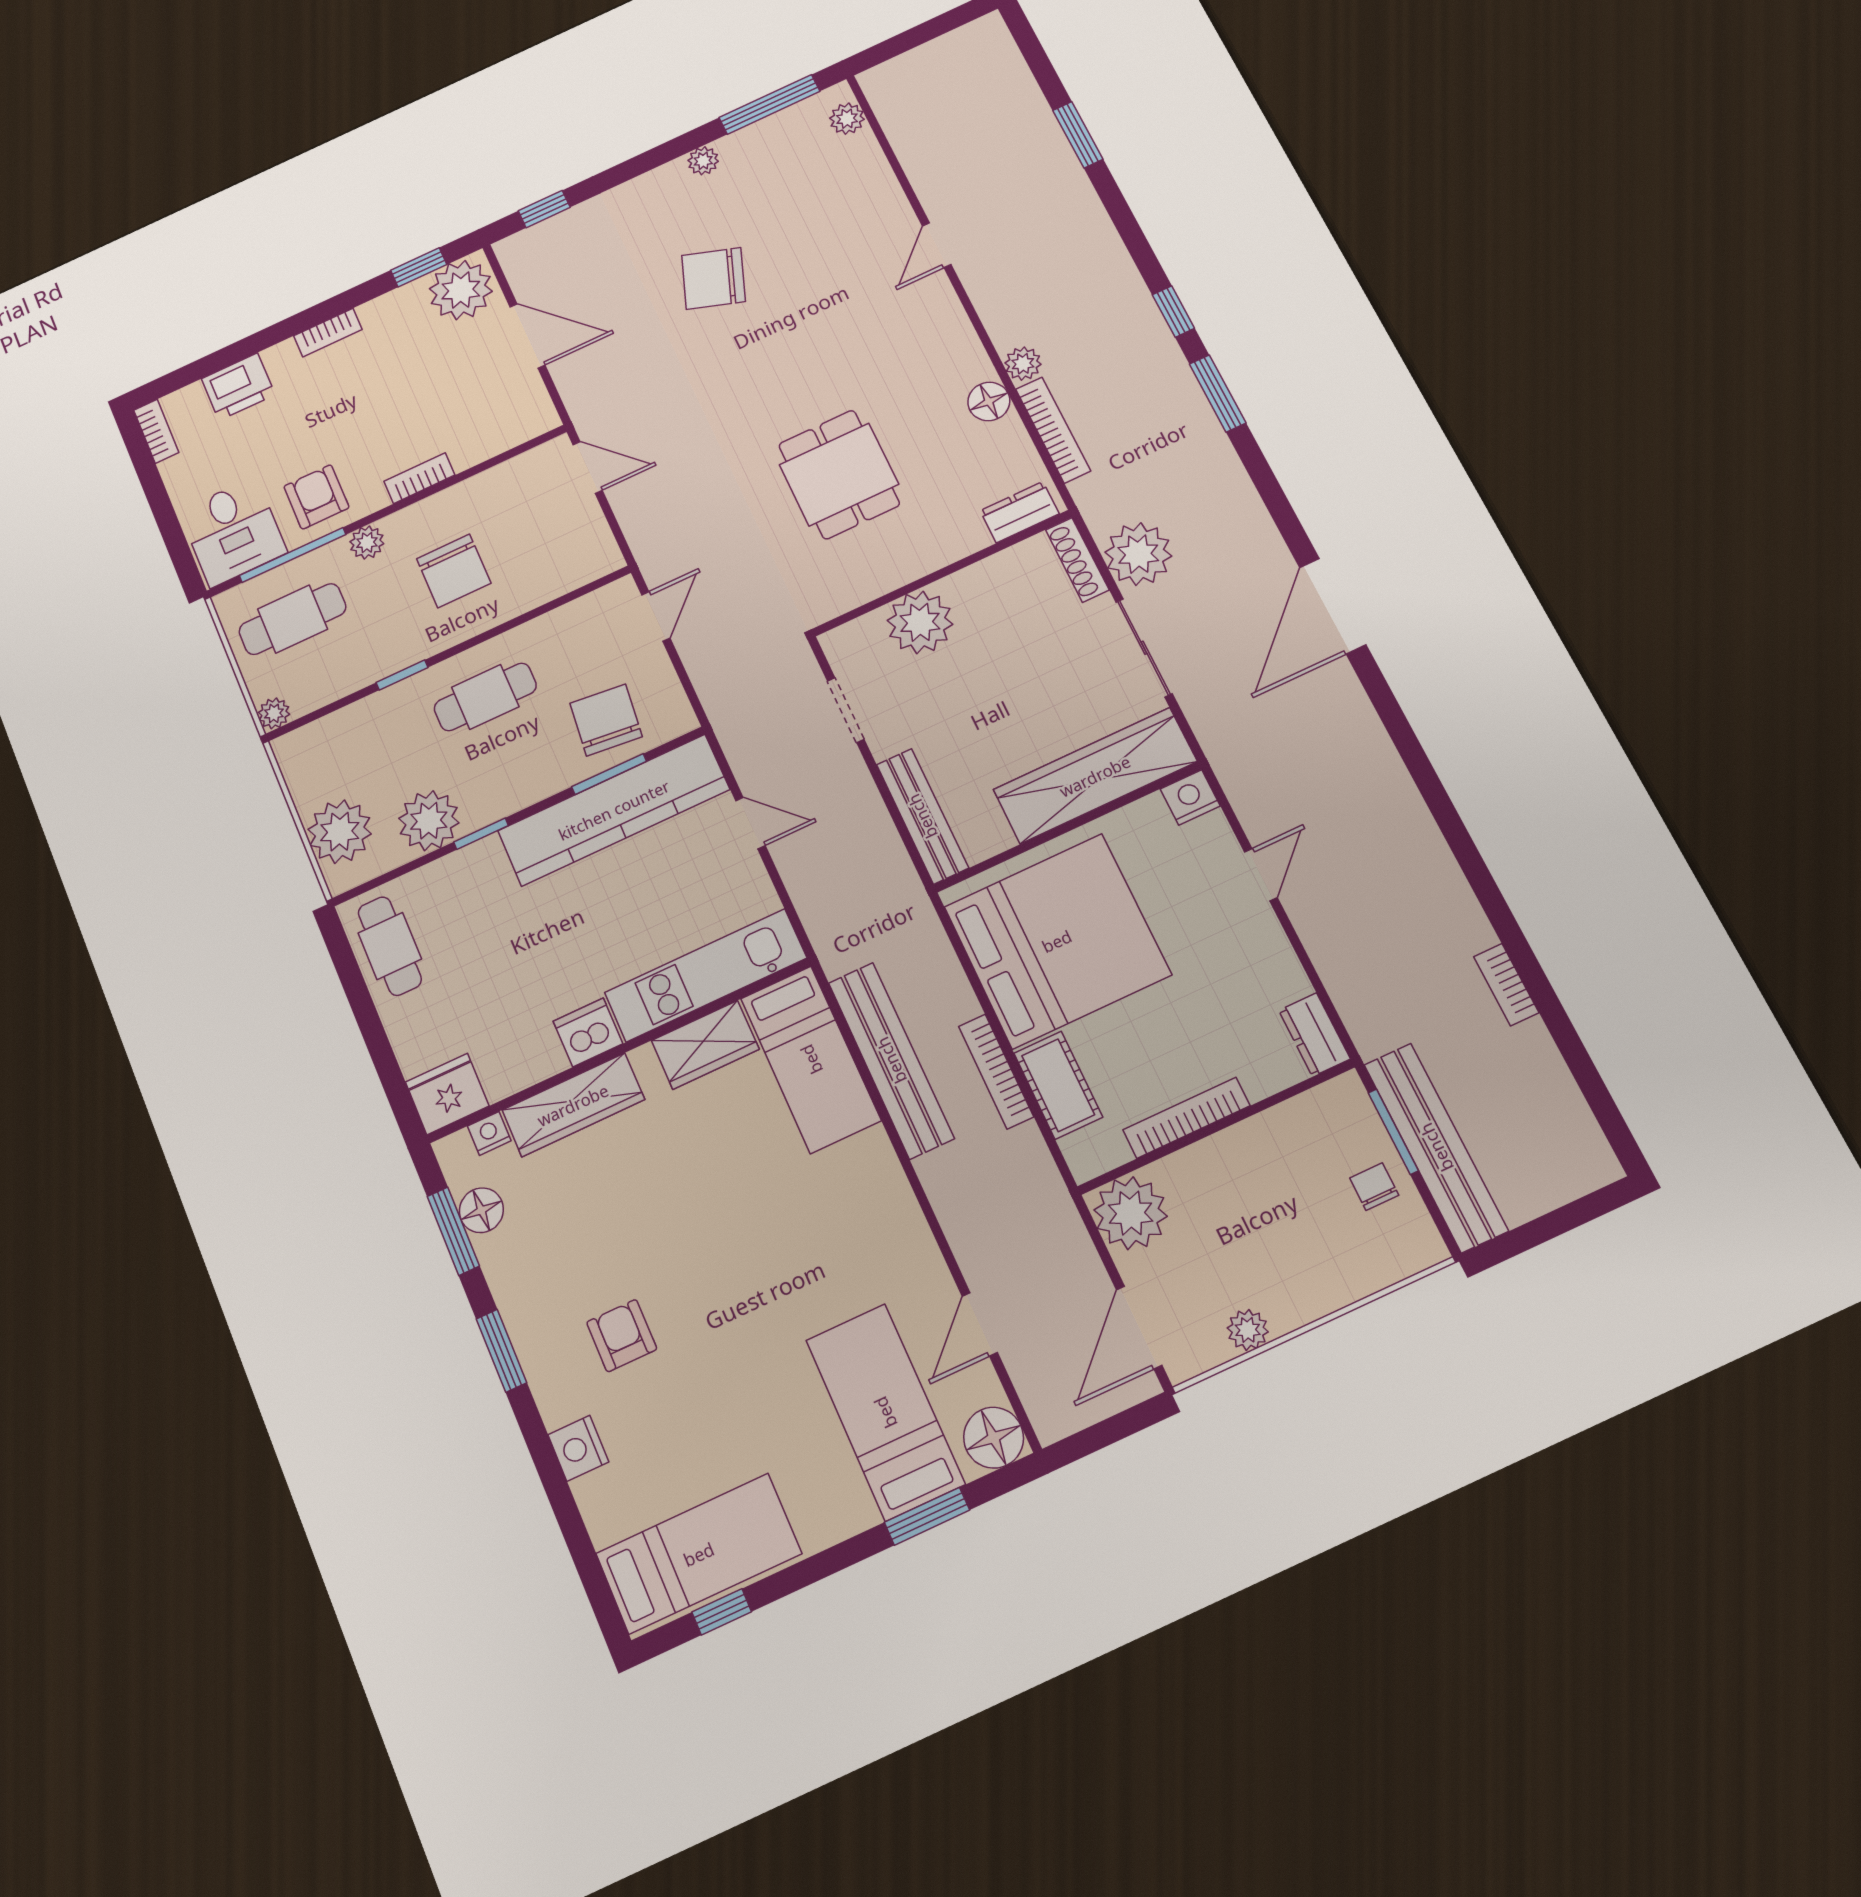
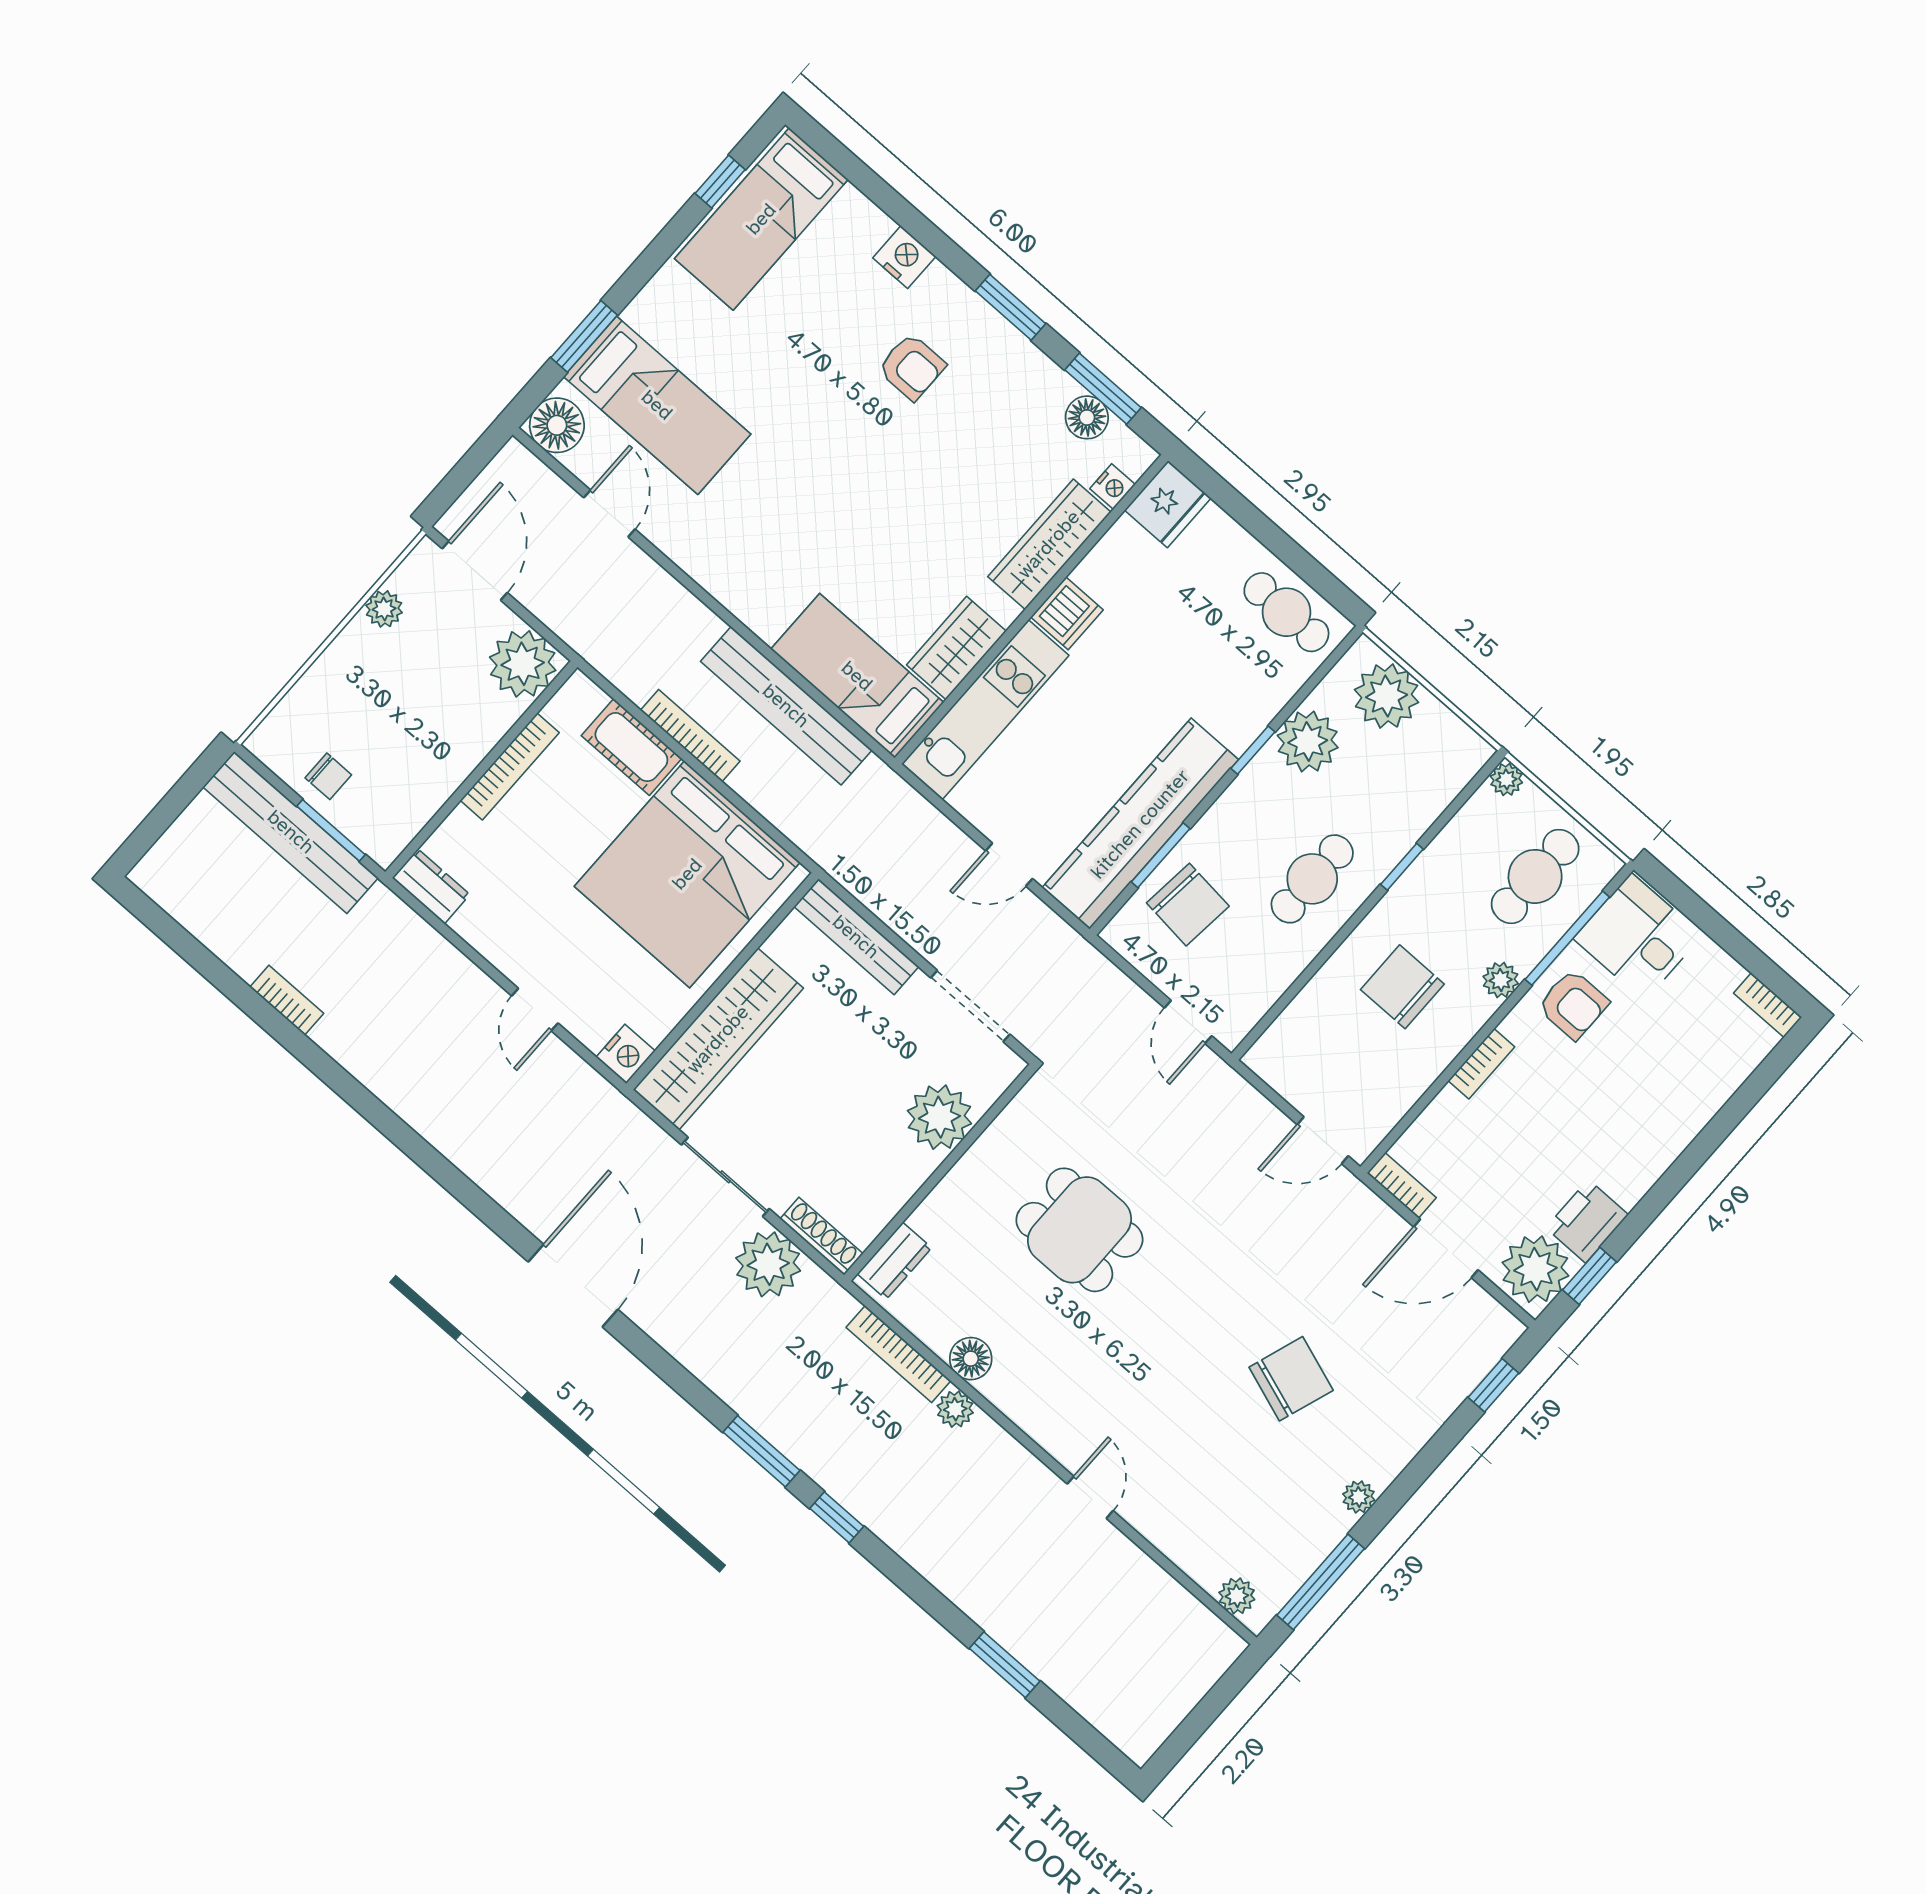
bookcase: (328, 333) -> (1402, 1185), moved, turned 90
printer: (238, 387) -> (1587, 1221), moved
doorway: (846, 710) -> (970, 1006), width x1.38

